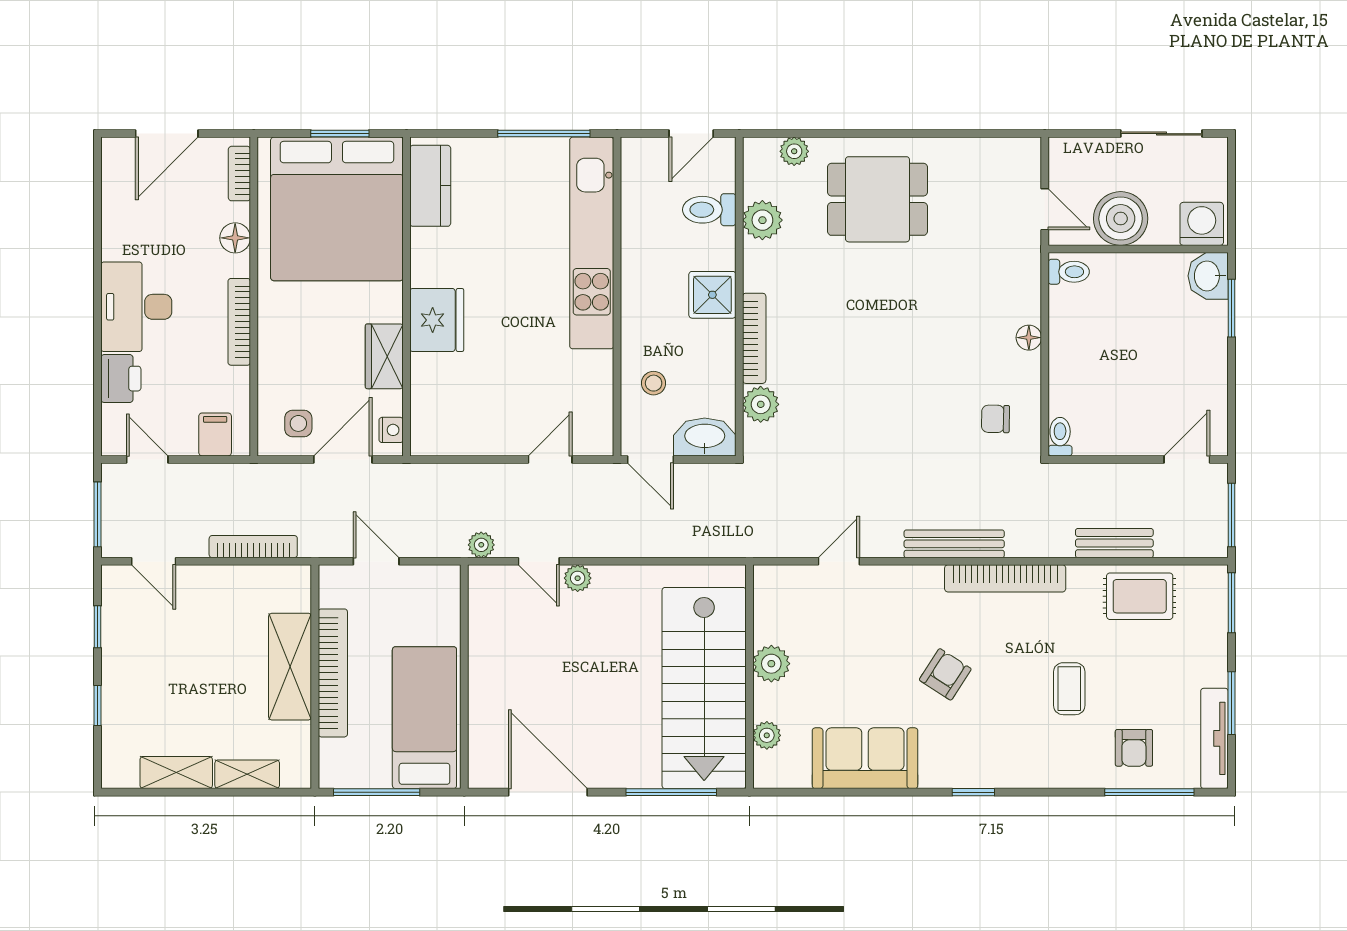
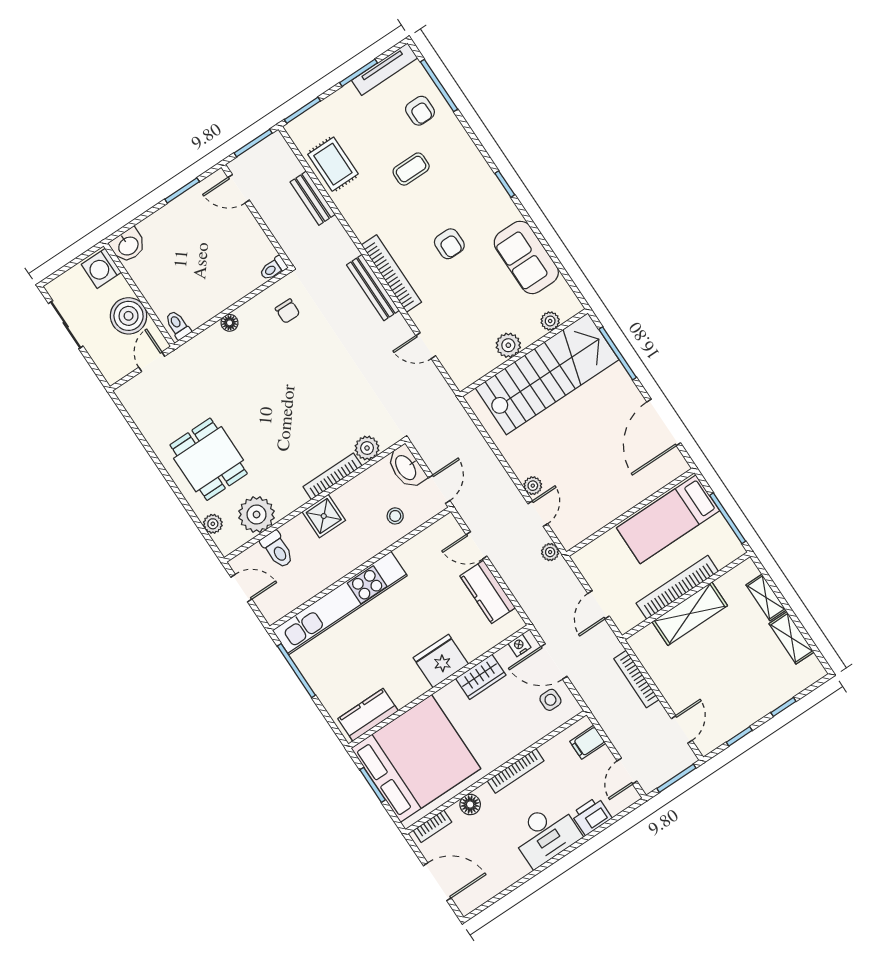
plant: (762, 220) -> (257, 514), width x1.36, depth x1.36
window: (1231, 308) -> (182, 190), moved
kitchen counter: (484, 435) -> (488, 592), added
bookcase: (1005, 578) -> (391, 274), moved
armchair: (945, 674) -> (449, 244), turned -123
armchair: (1134, 748) -> (420, 111), turned 90

